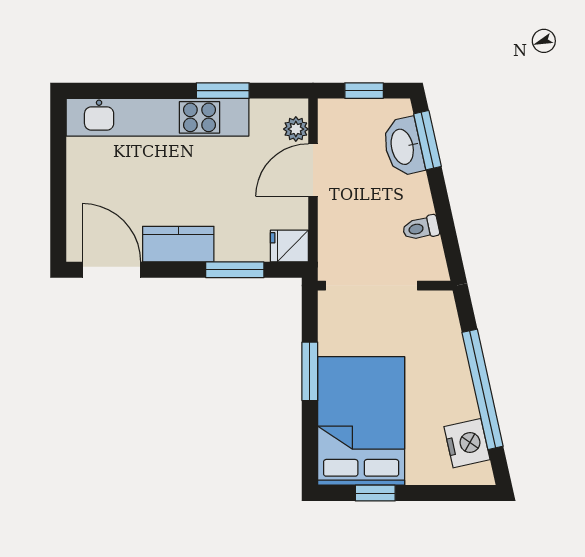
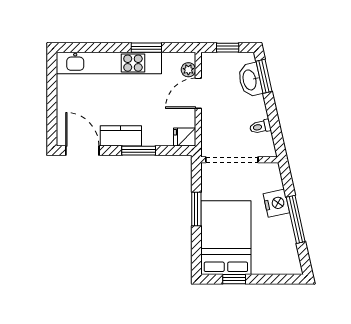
window: (235, 270) -> (139, 151), moved
window: (483, 389) -> (296, 219), width x0.68
nightstand: (467, 443) -> (276, 203), moved

